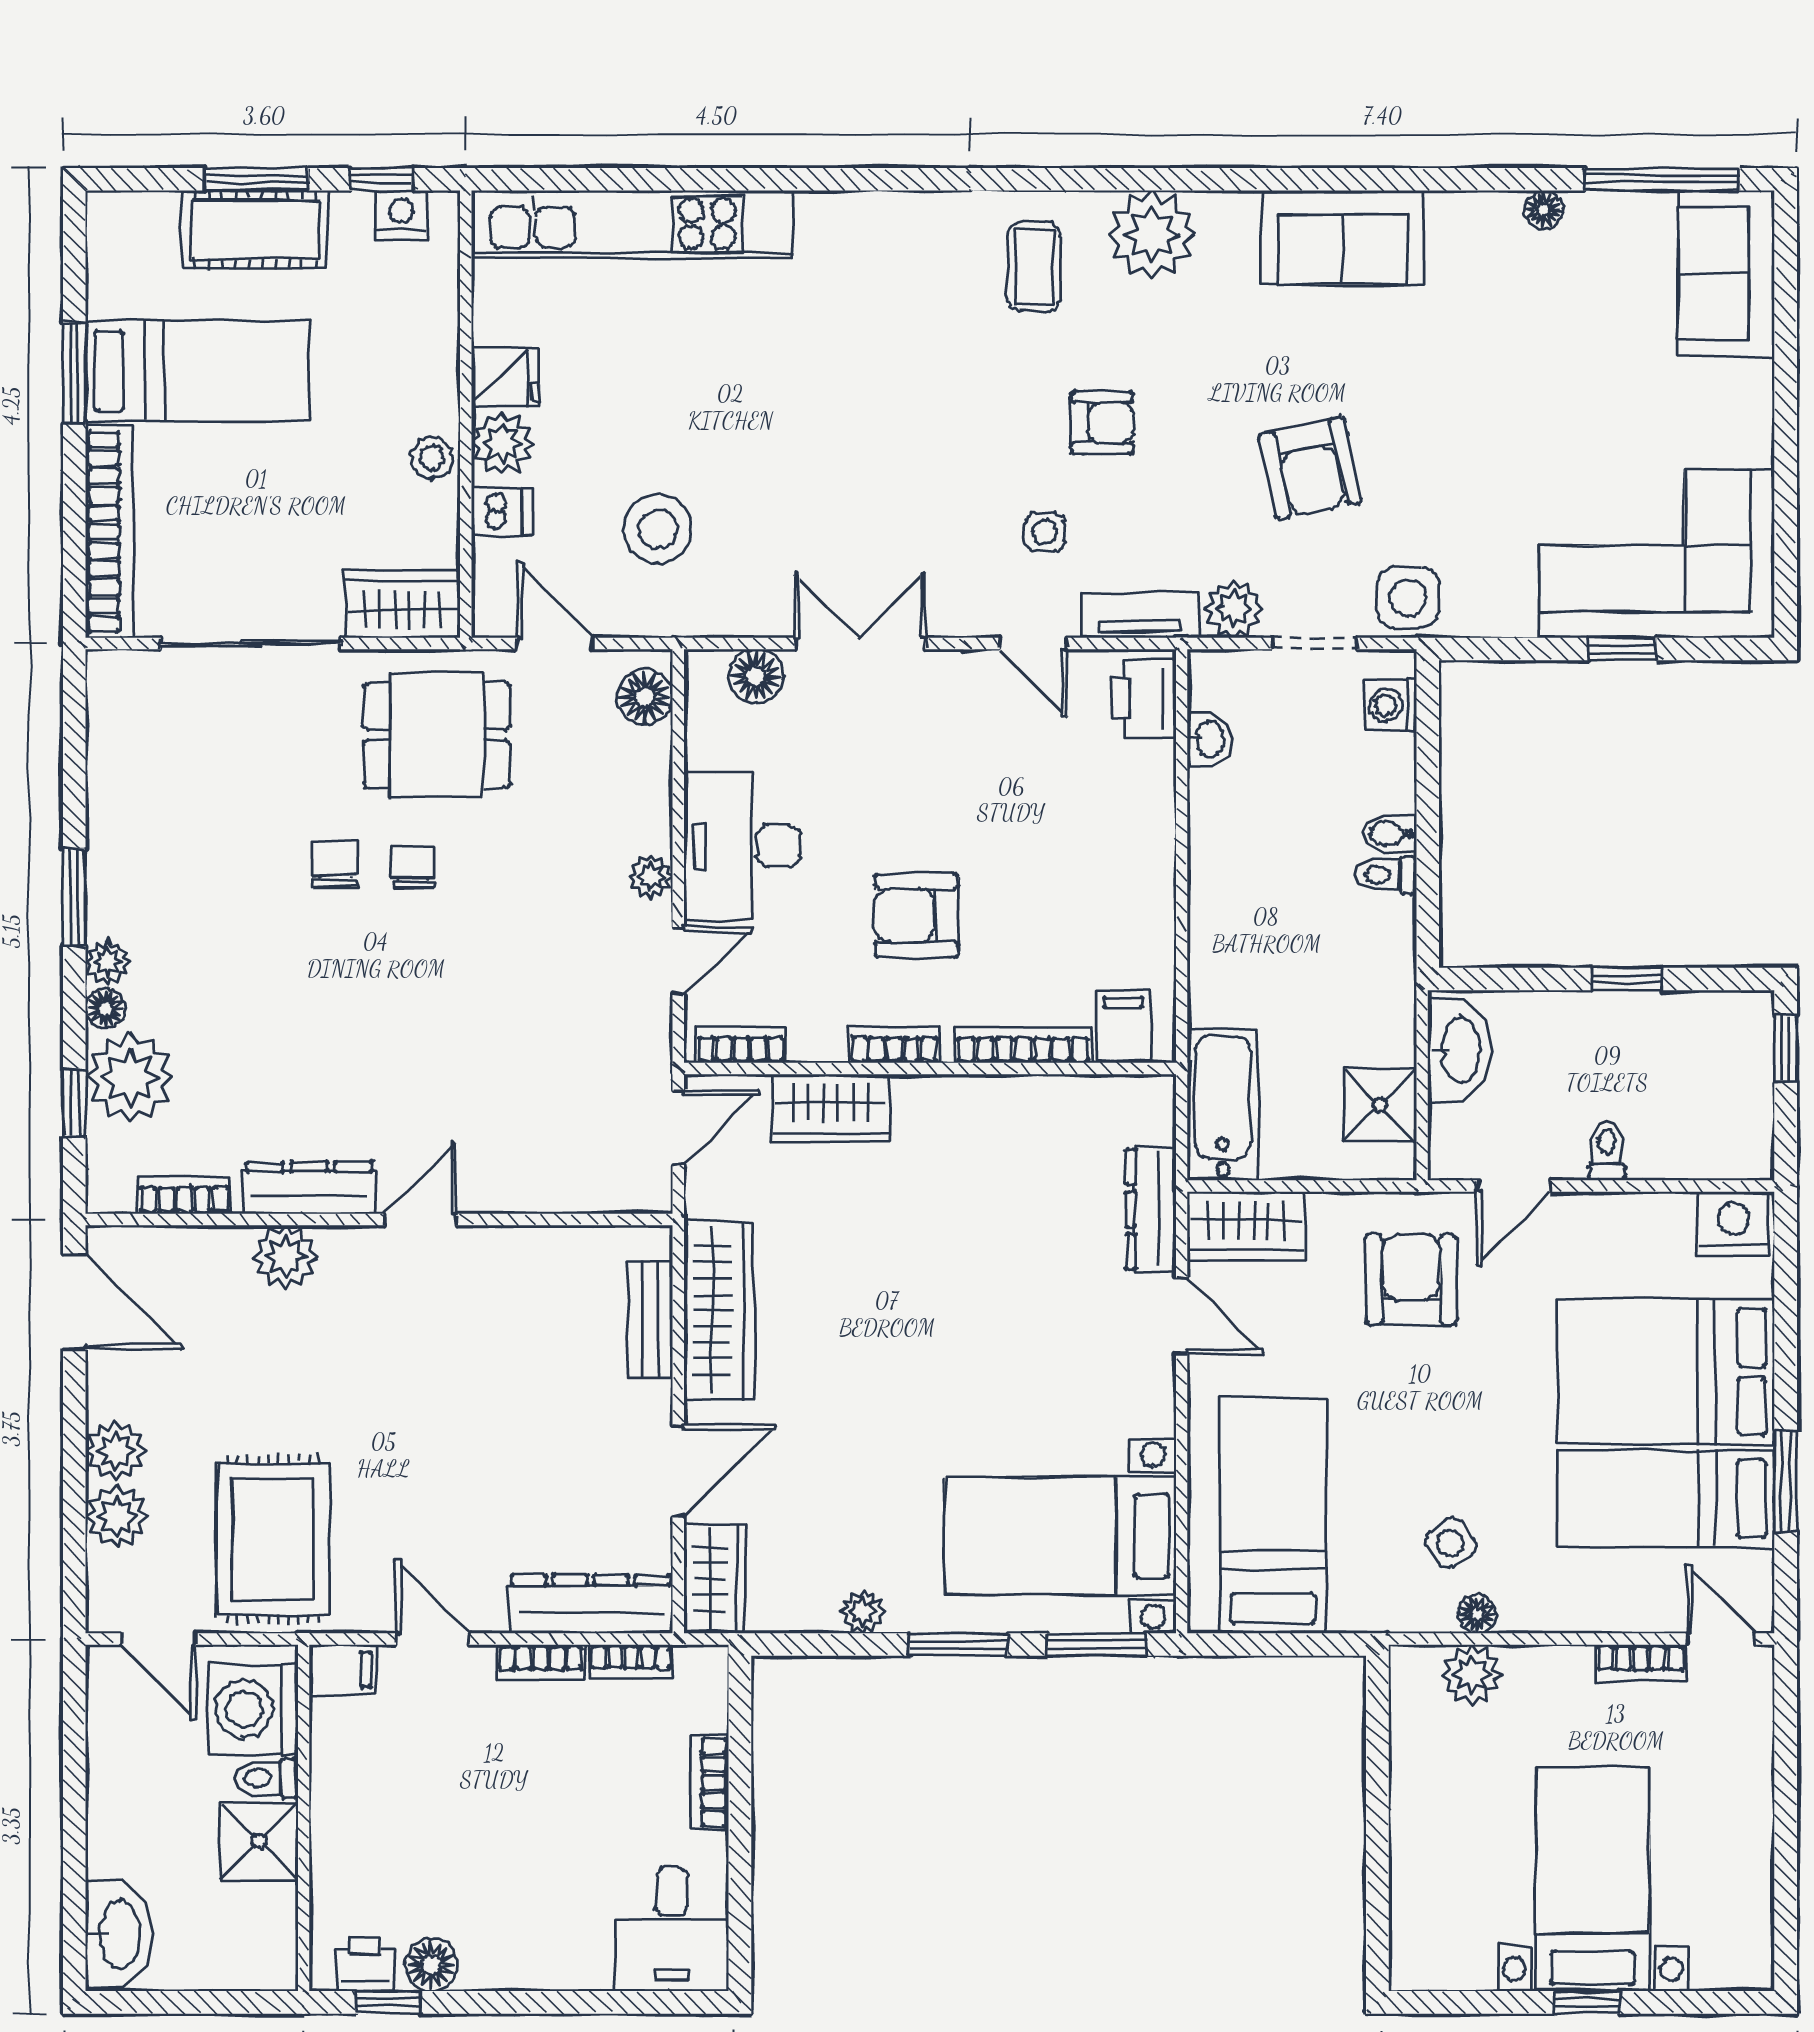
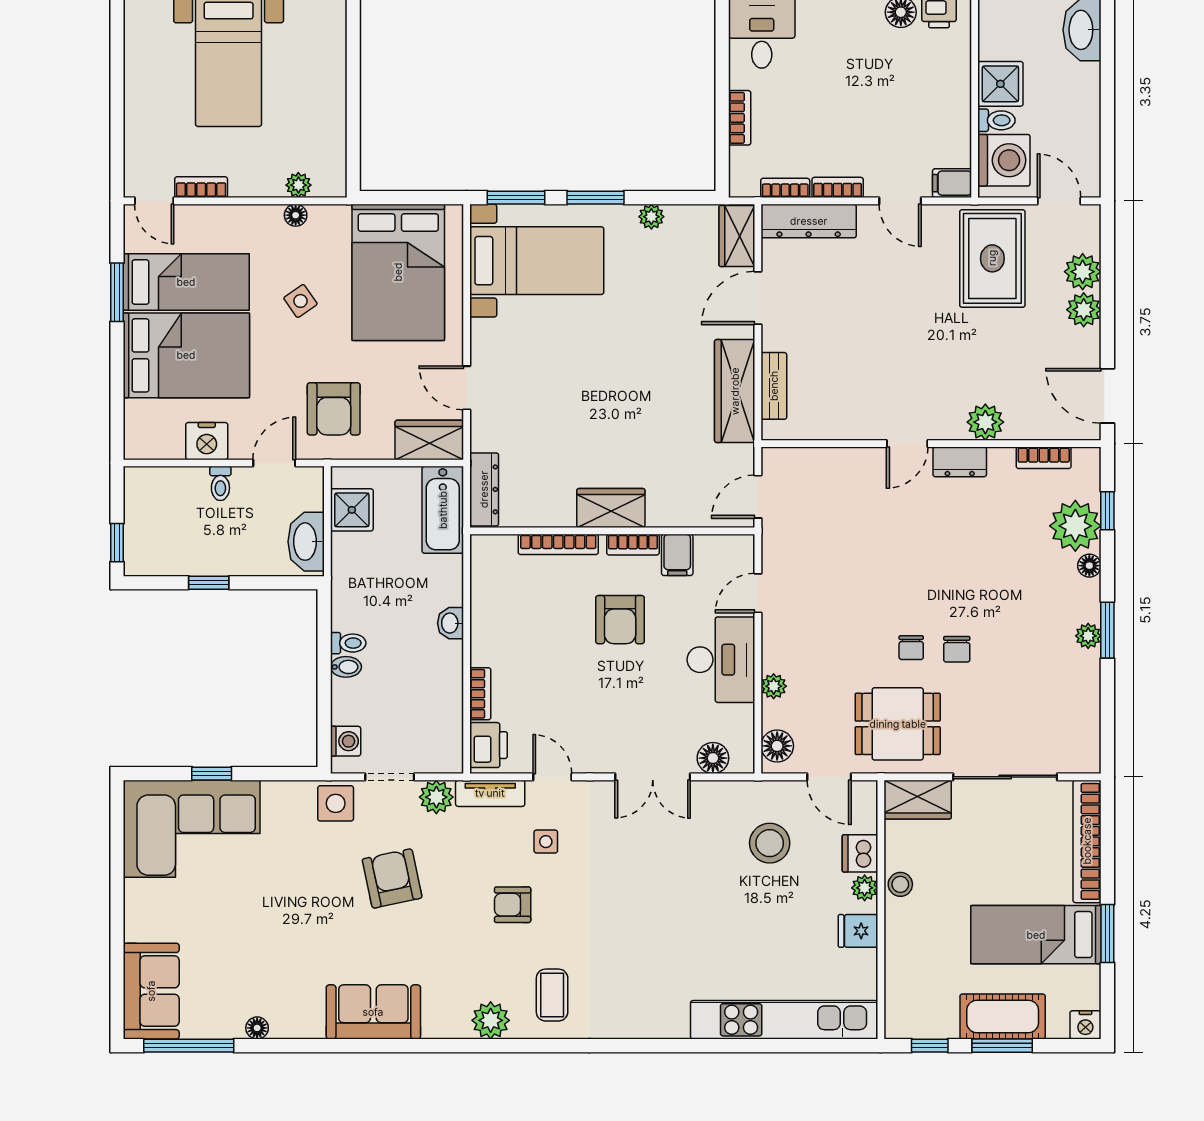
nightstand: (401, 215) -> (1085, 1025), moved
plant: (1152, 235) -> (491, 1020), width x0.73, depth x0.73
plant: (502, 443) -> (865, 888), width x0.73, depth x0.73
dishwasher: (502, 511) -> (860, 853), width x1.38
washbasin: (1209, 739) -> (450, 623), moved
plant: (651, 876) -> (774, 686), moved
armchair: (916, 915) -> (620, 620), turned 90
plant: (107, 962) -> (1088, 636), moved
filing cabinet: (1123, 1027) -> (677, 555), moved
bookcase: (741, 1045) -> (480, 694), moved, turned -90
wardrobe: (830, 1108) -> (611, 508), moved
dresser: (309, 1188) -> (960, 462), width x0.70
dresser: (1151, 1209) -> (484, 489), moved
nightstand: (1734, 1224) -> (207, 441), moved
bed: (1273, 1515) -> (398, 272), width x1.50
side table: (1450, 1543) -> (300, 301), moved
plant: (1472, 1674) -> (298, 185), width x0.73, depth x0.73

